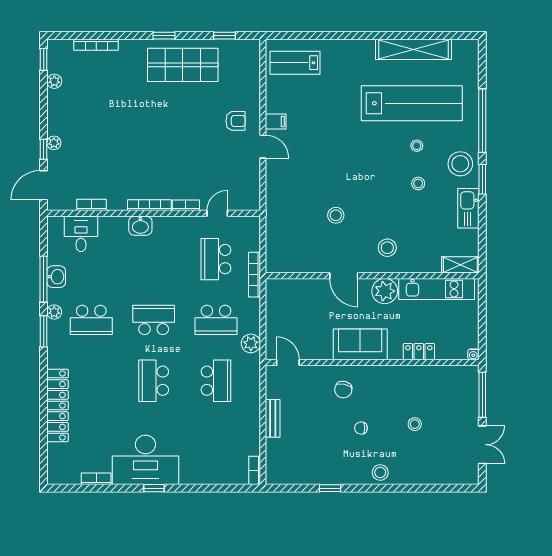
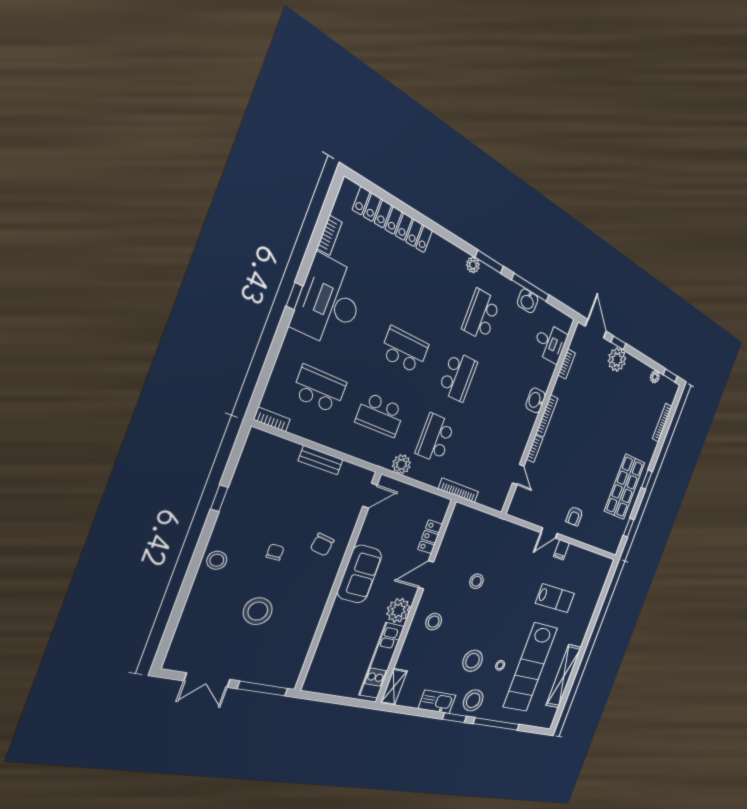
lab bench: (295, 63) -> (555, 598), moved, turned 90
plant: (54, 143) -> (617, 360), width x1.88, depth x1.88
stool: (418, 183) -> (473, 661), width x1.89, depth x1.89
school desk: (216, 259) -> (320, 389), moved
plant: (54, 312) -> (473, 265), moved
locker: (419, 352) -> (430, 537), moved, turned 180
water cooler: (473, 354) -> (307, 686), removed
chair: (343, 390) -> (322, 545), turned -94
locker: (58, 406) -> (393, 220), moved
stool: (415, 424) -> (258, 611), width x1.89, depth x1.89

